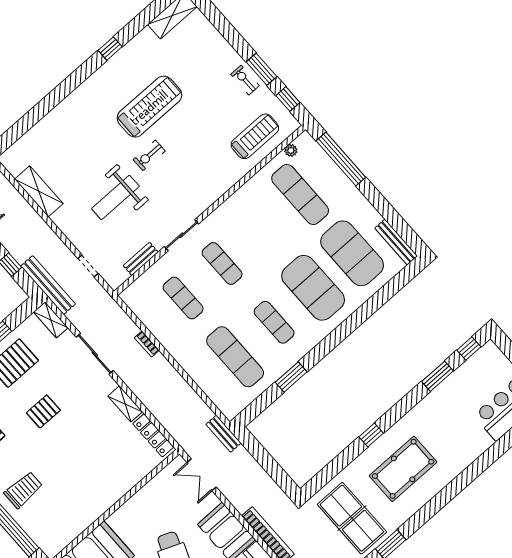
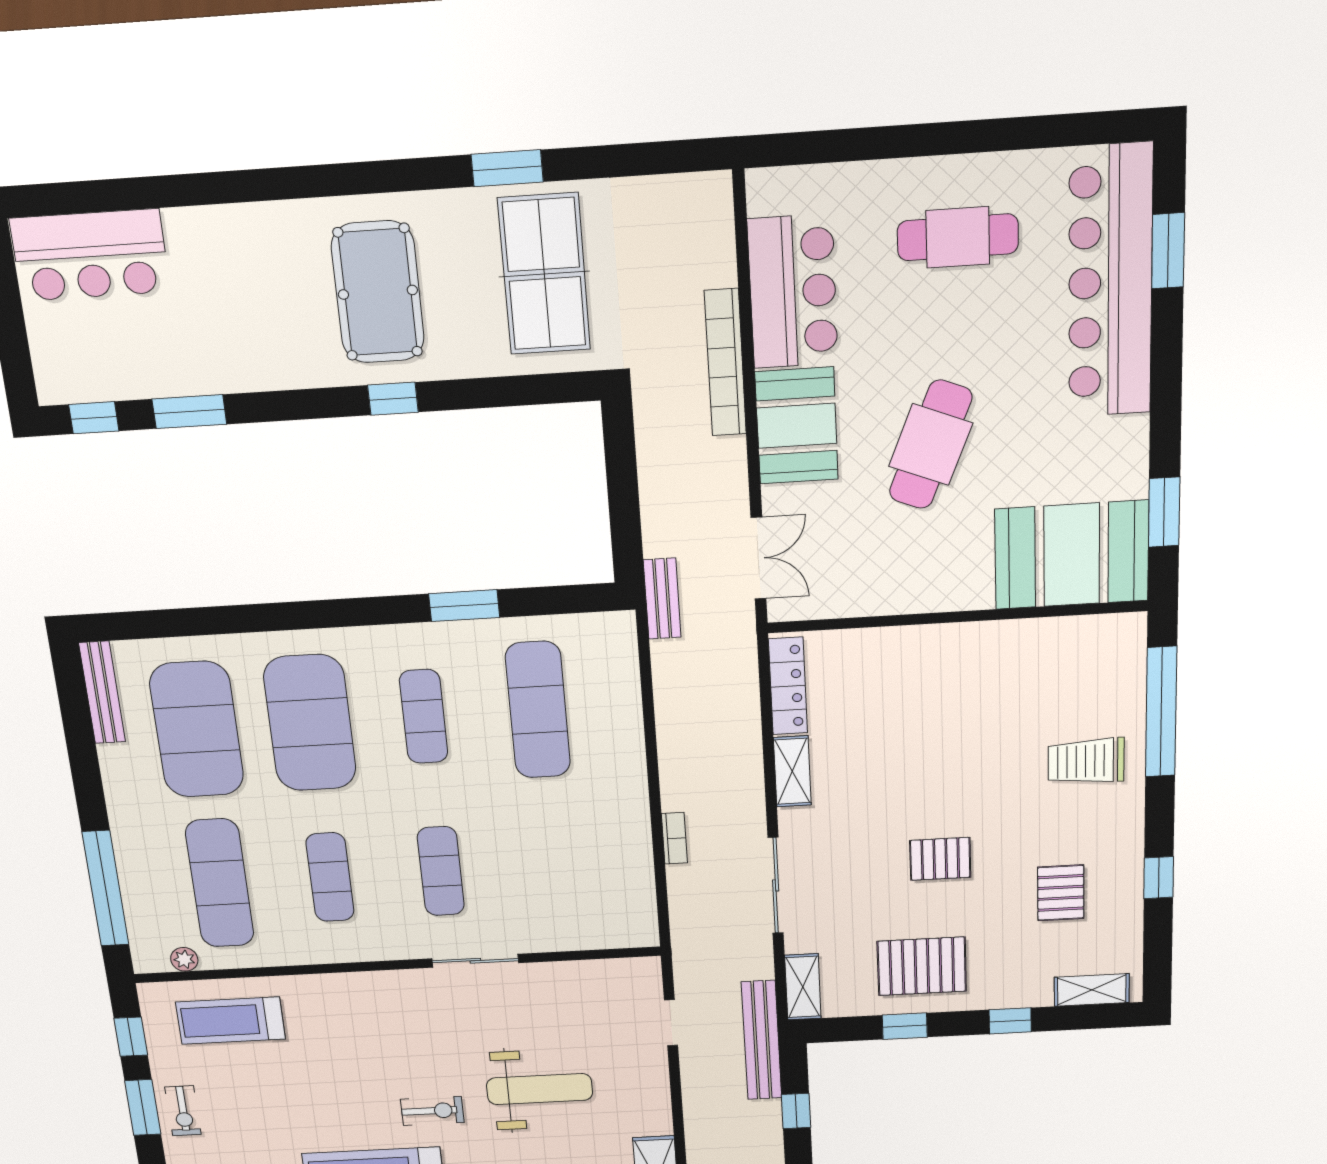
bench: (141, 259) -> (574, 973), removed
exercise mat: (183, 298) -> (330, 877), moved
pool table: (403, 469) -> (378, 292), turned 90

